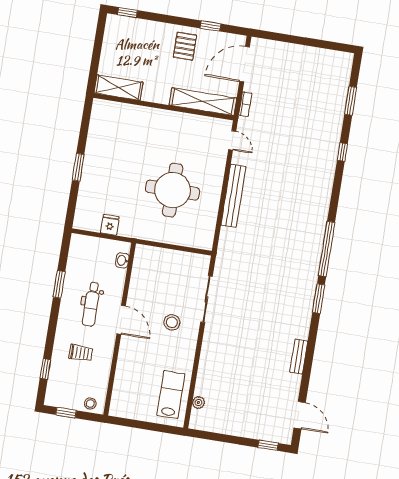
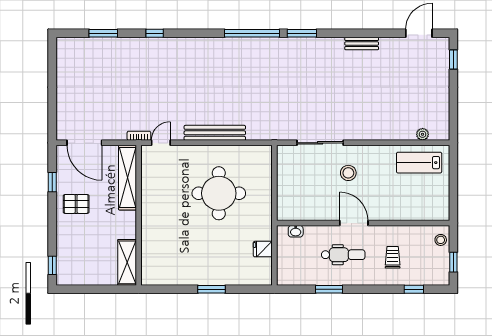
bookcase: (245, 104) -> (139, 136), moved
door: (121, 320) -> (354, 223), hinge flipped

